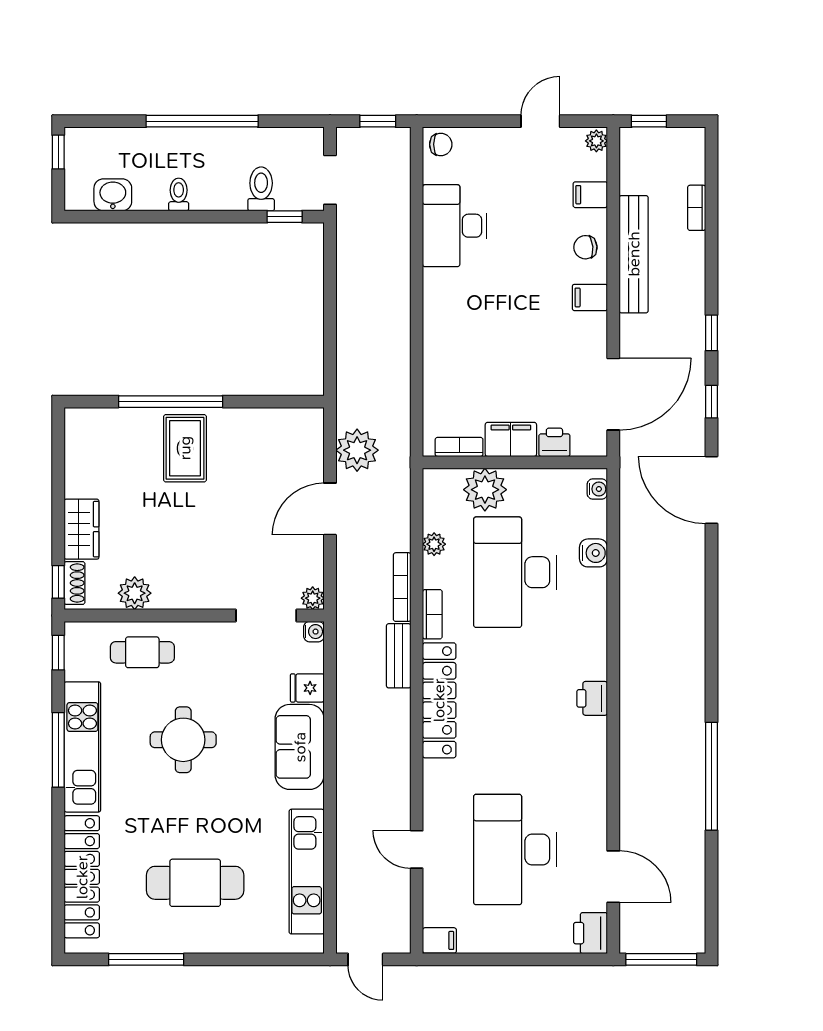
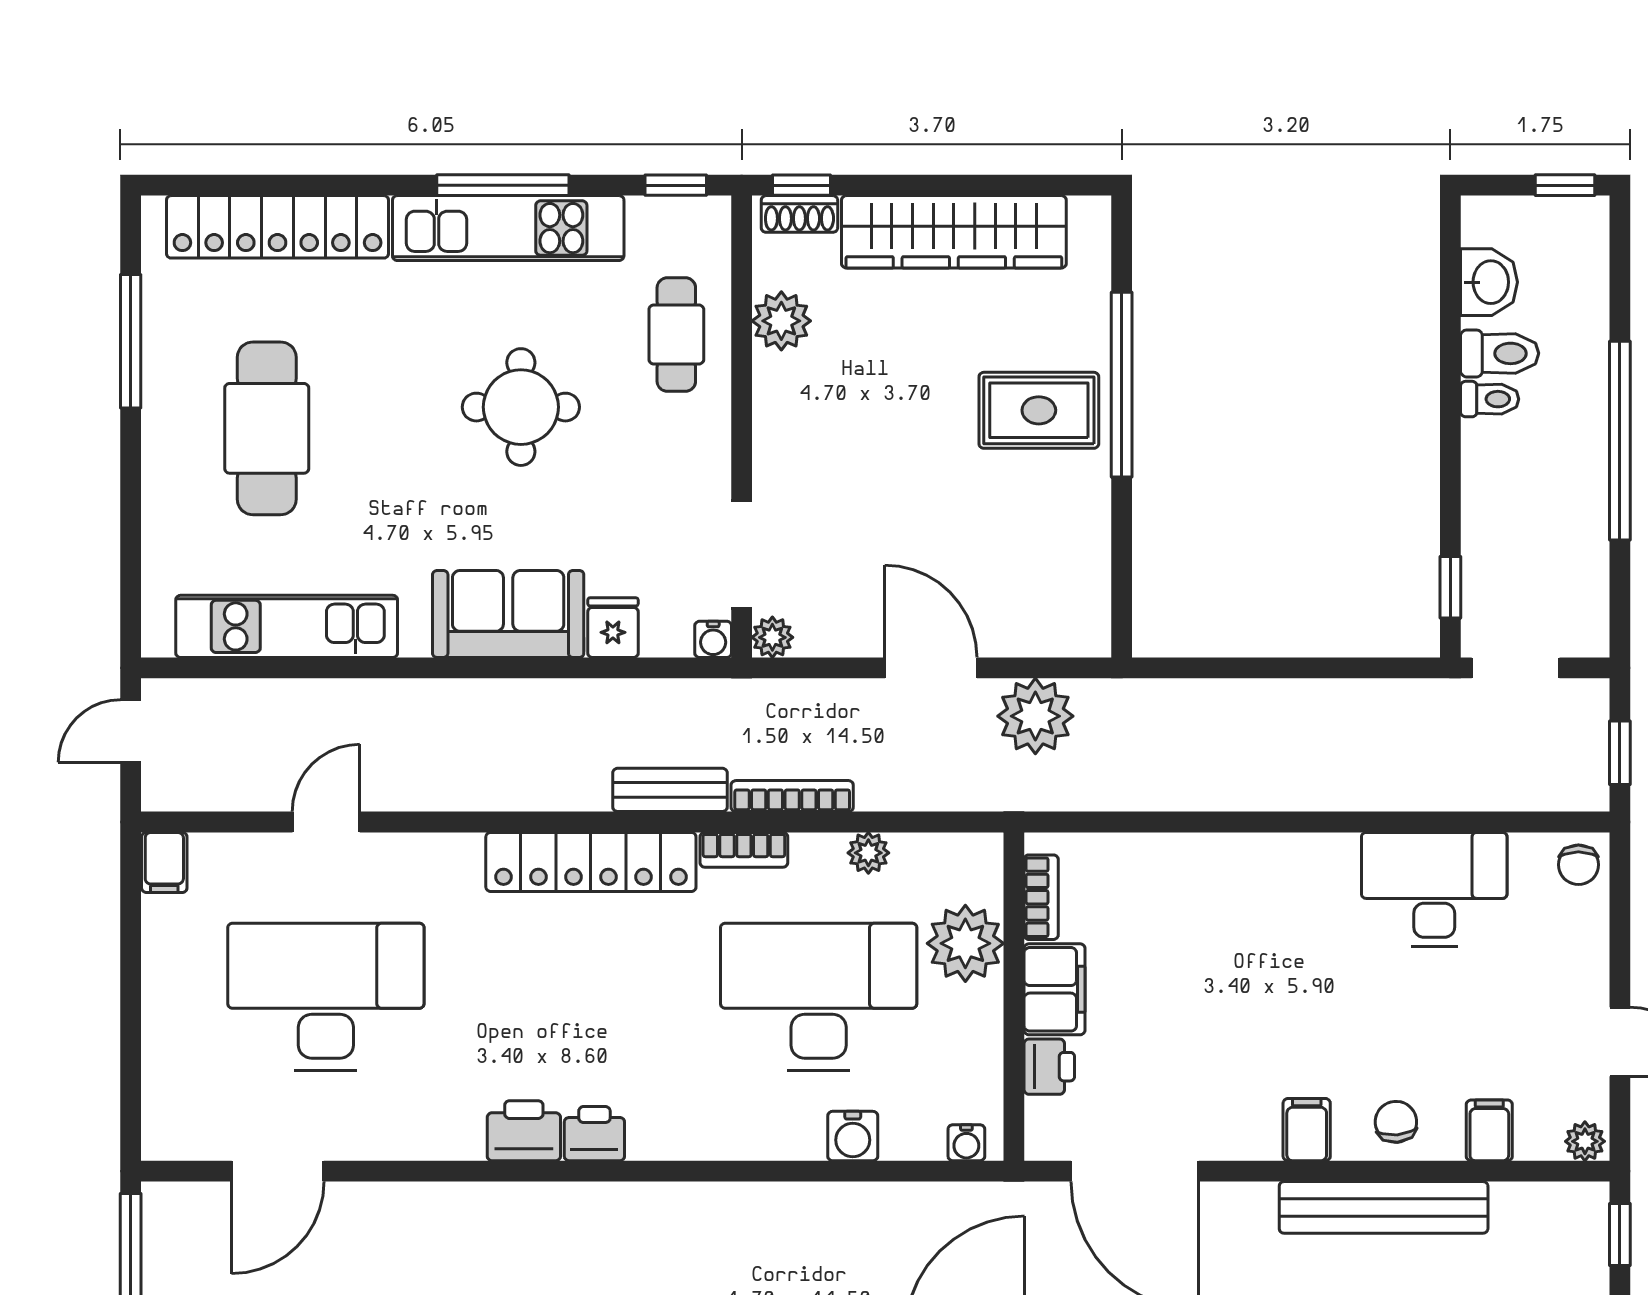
toilet: (261, 189) -> (1500, 353), moved
wardrobe: (82, 529) -> (954, 232), width x2.10, depth x1.17
printer: (590, 933) -> (524, 1131), moved

